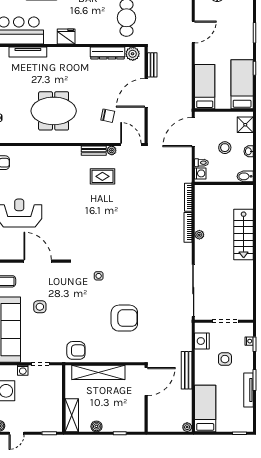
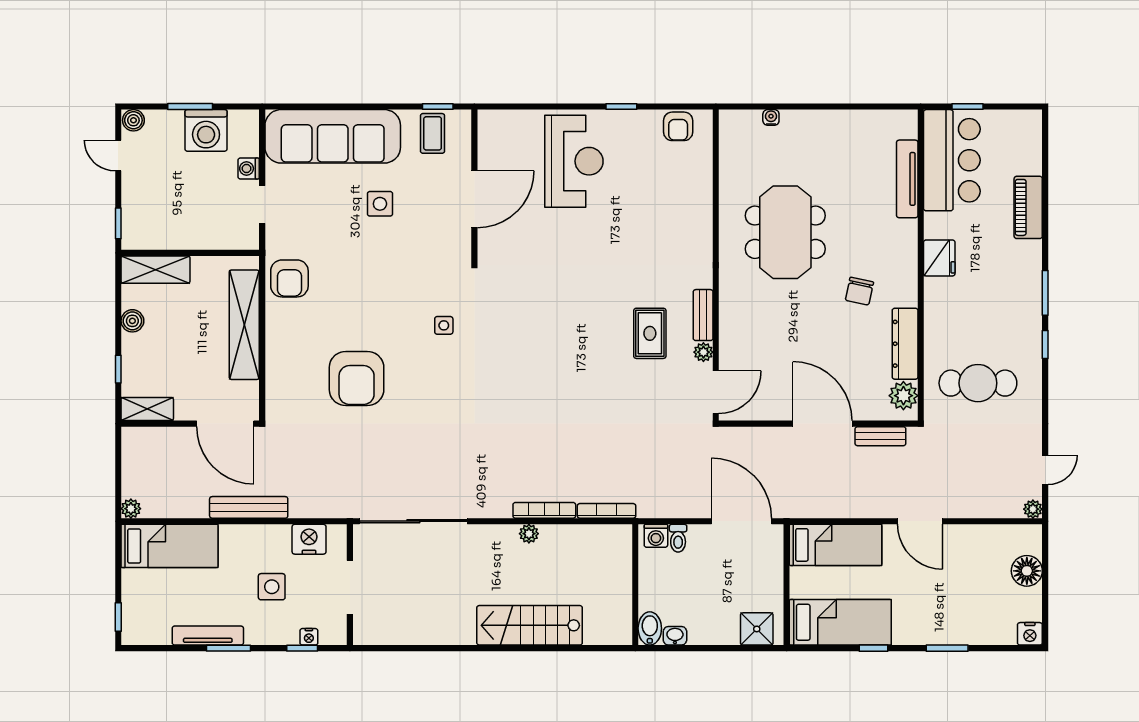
door: (193, 32) -> (920, 521), moved
chair: (108, 116) -> (859, 291), moved
stool: (225, 148) -> (709, 587), removed
washbasin: (249, 151) -> (675, 636), moved
shelving: (139, 419) -> (147, 409), added

